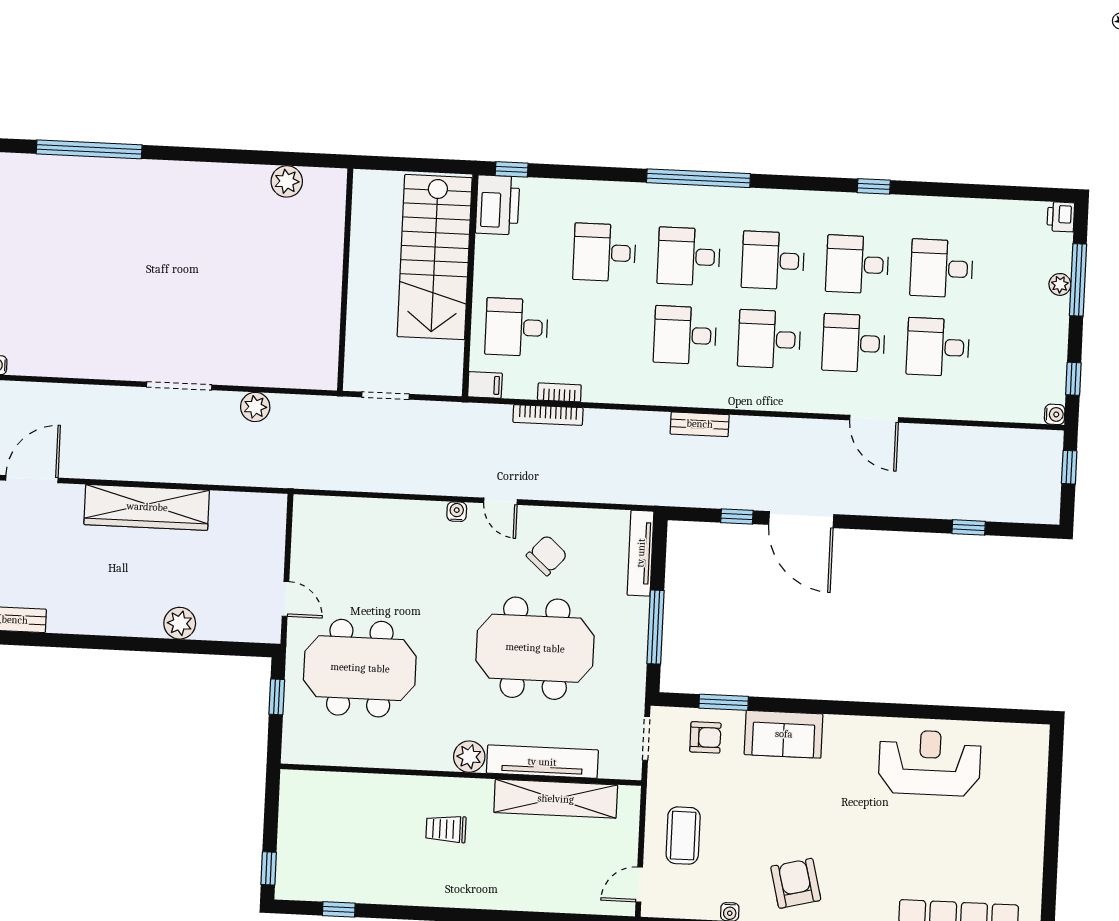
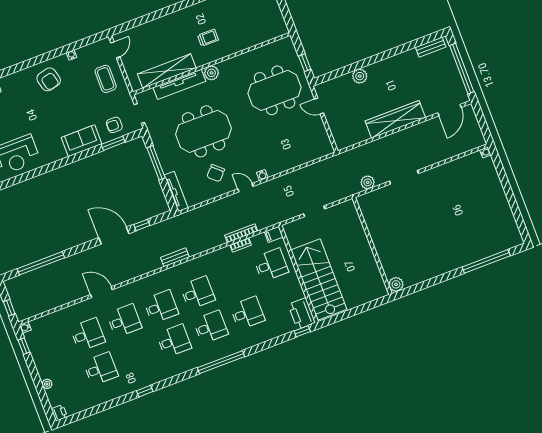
desk: (857, 264) -> (137, 355), removed
wall: (345, 280) -> (372, 246), moved
window: (1078, 280) -> (40, 389), removed
window: (969, 527) -> (41, 263), width x3.17

